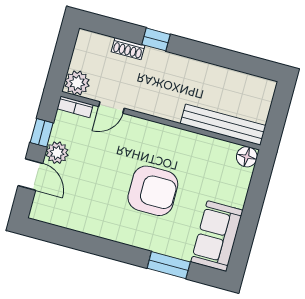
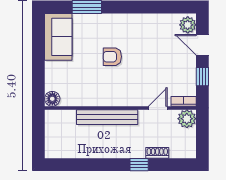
bench: (223, 125) -> (107, 117), moved
plant: (57, 153) -> (188, 25), moved
armchair: (153, 191) -> (112, 57), width x0.53, depth x0.53

